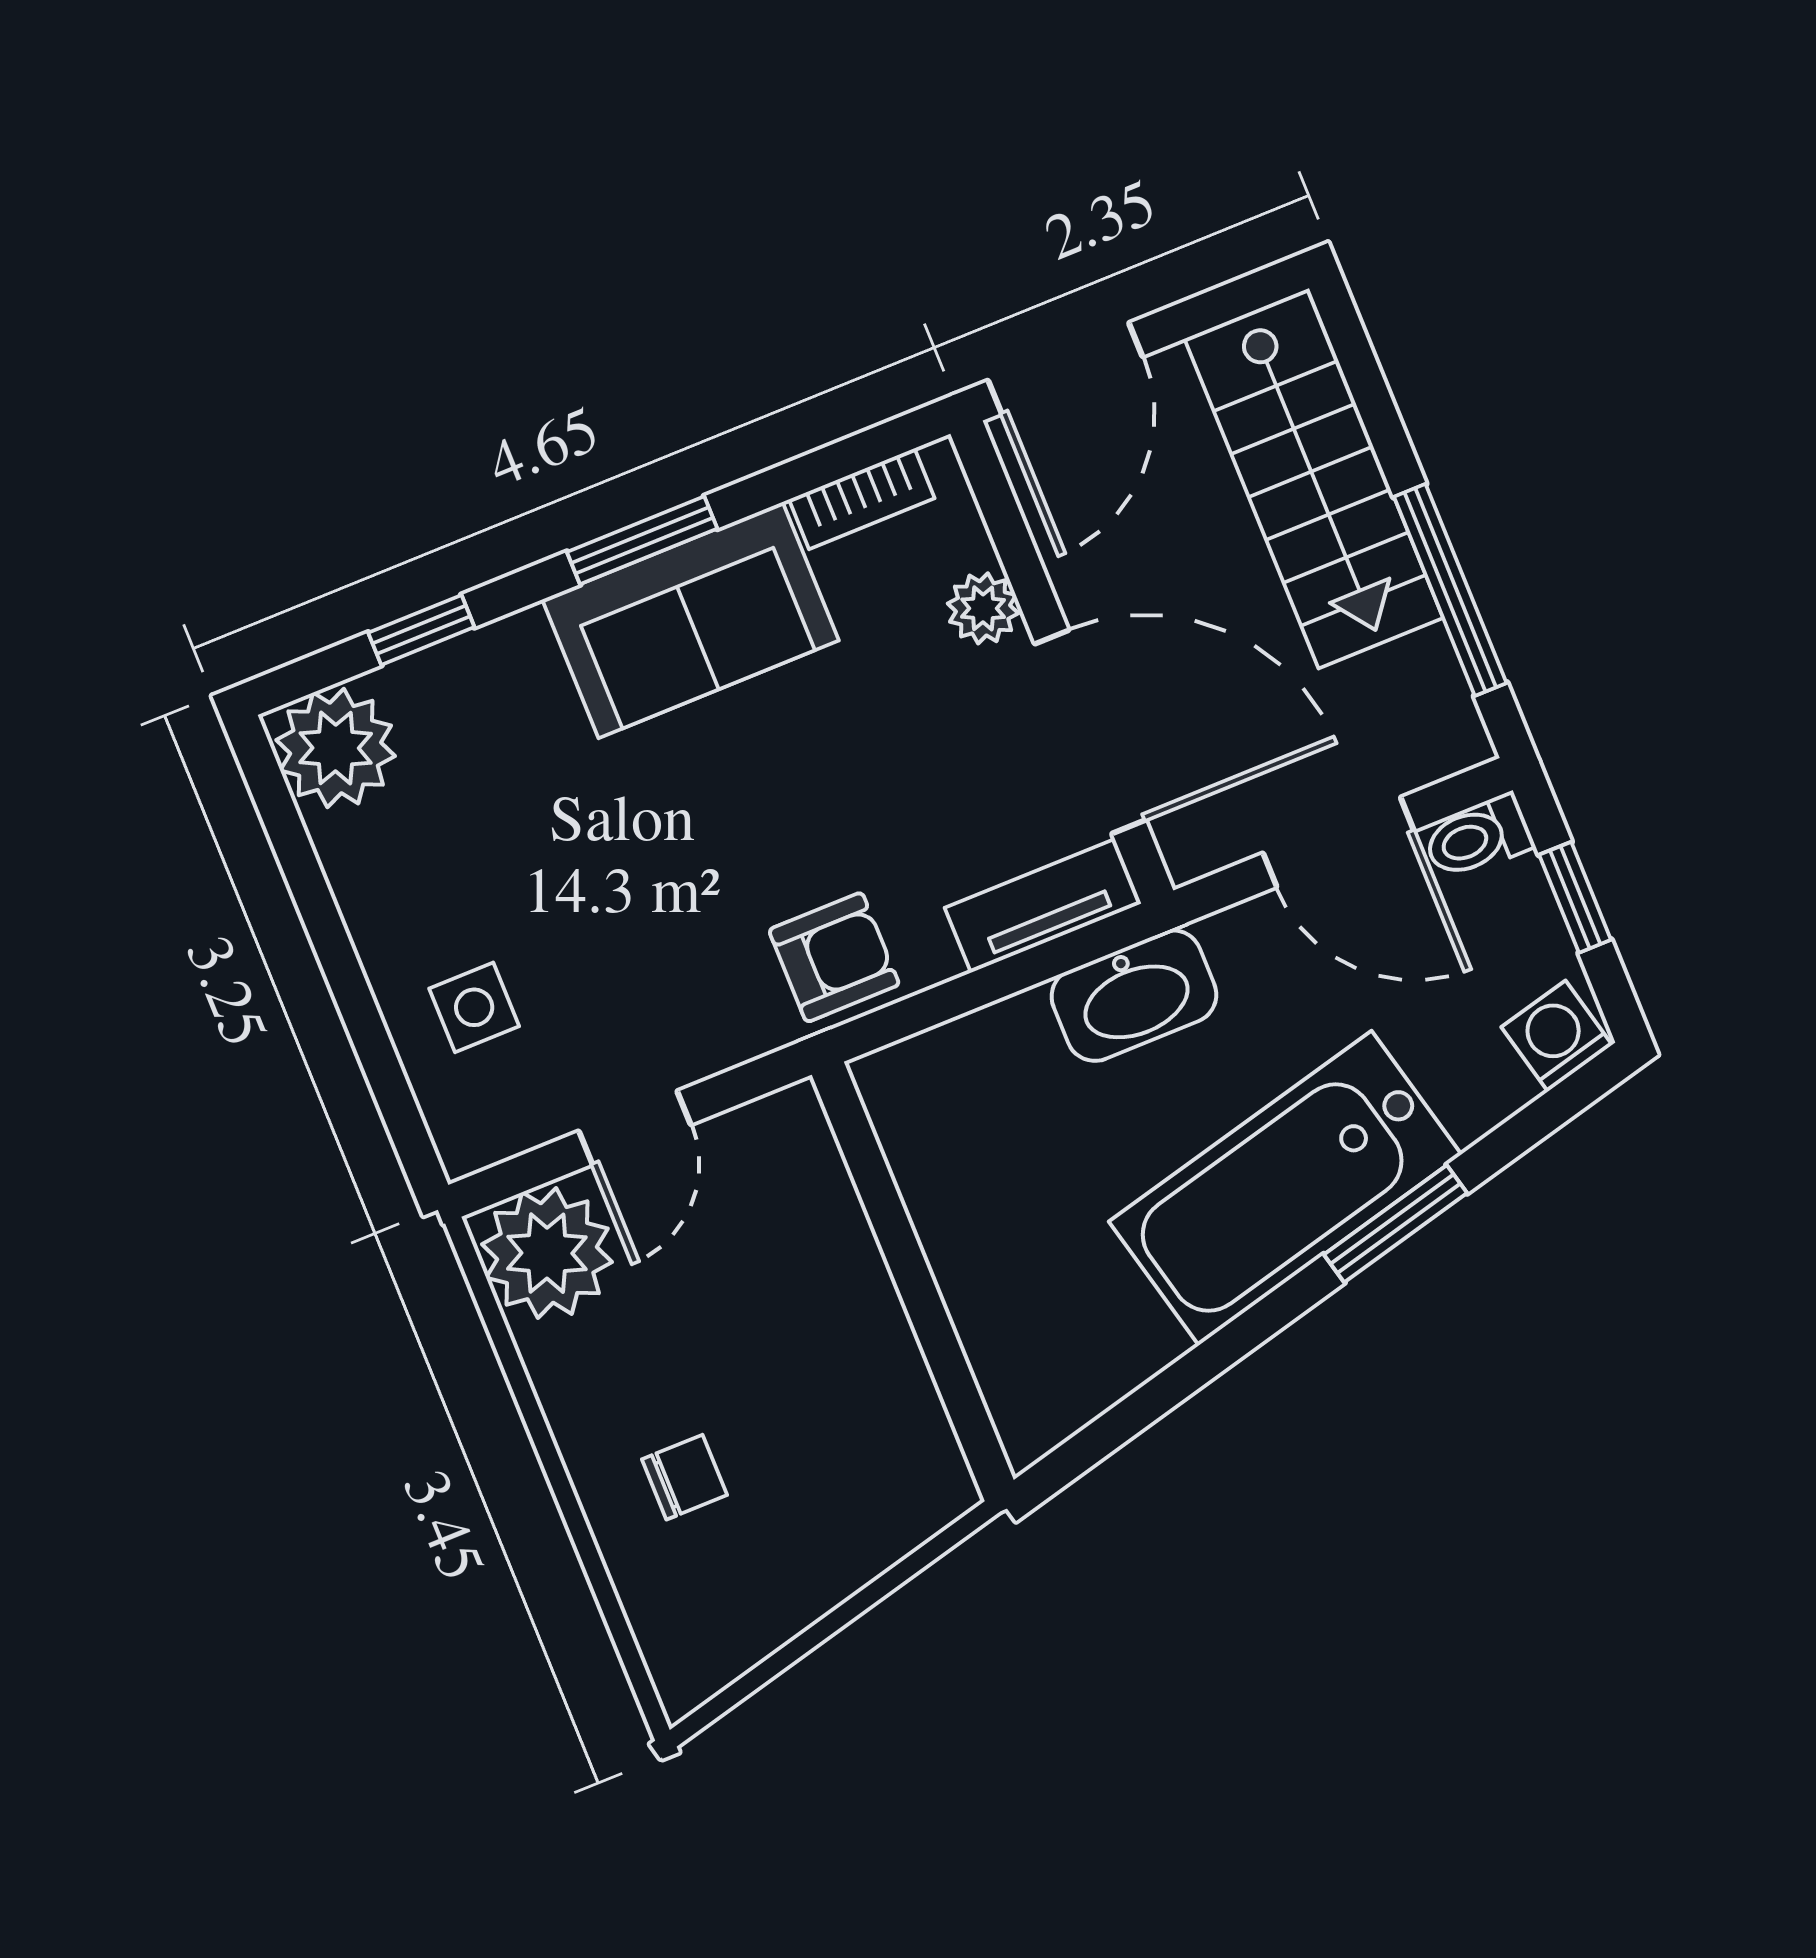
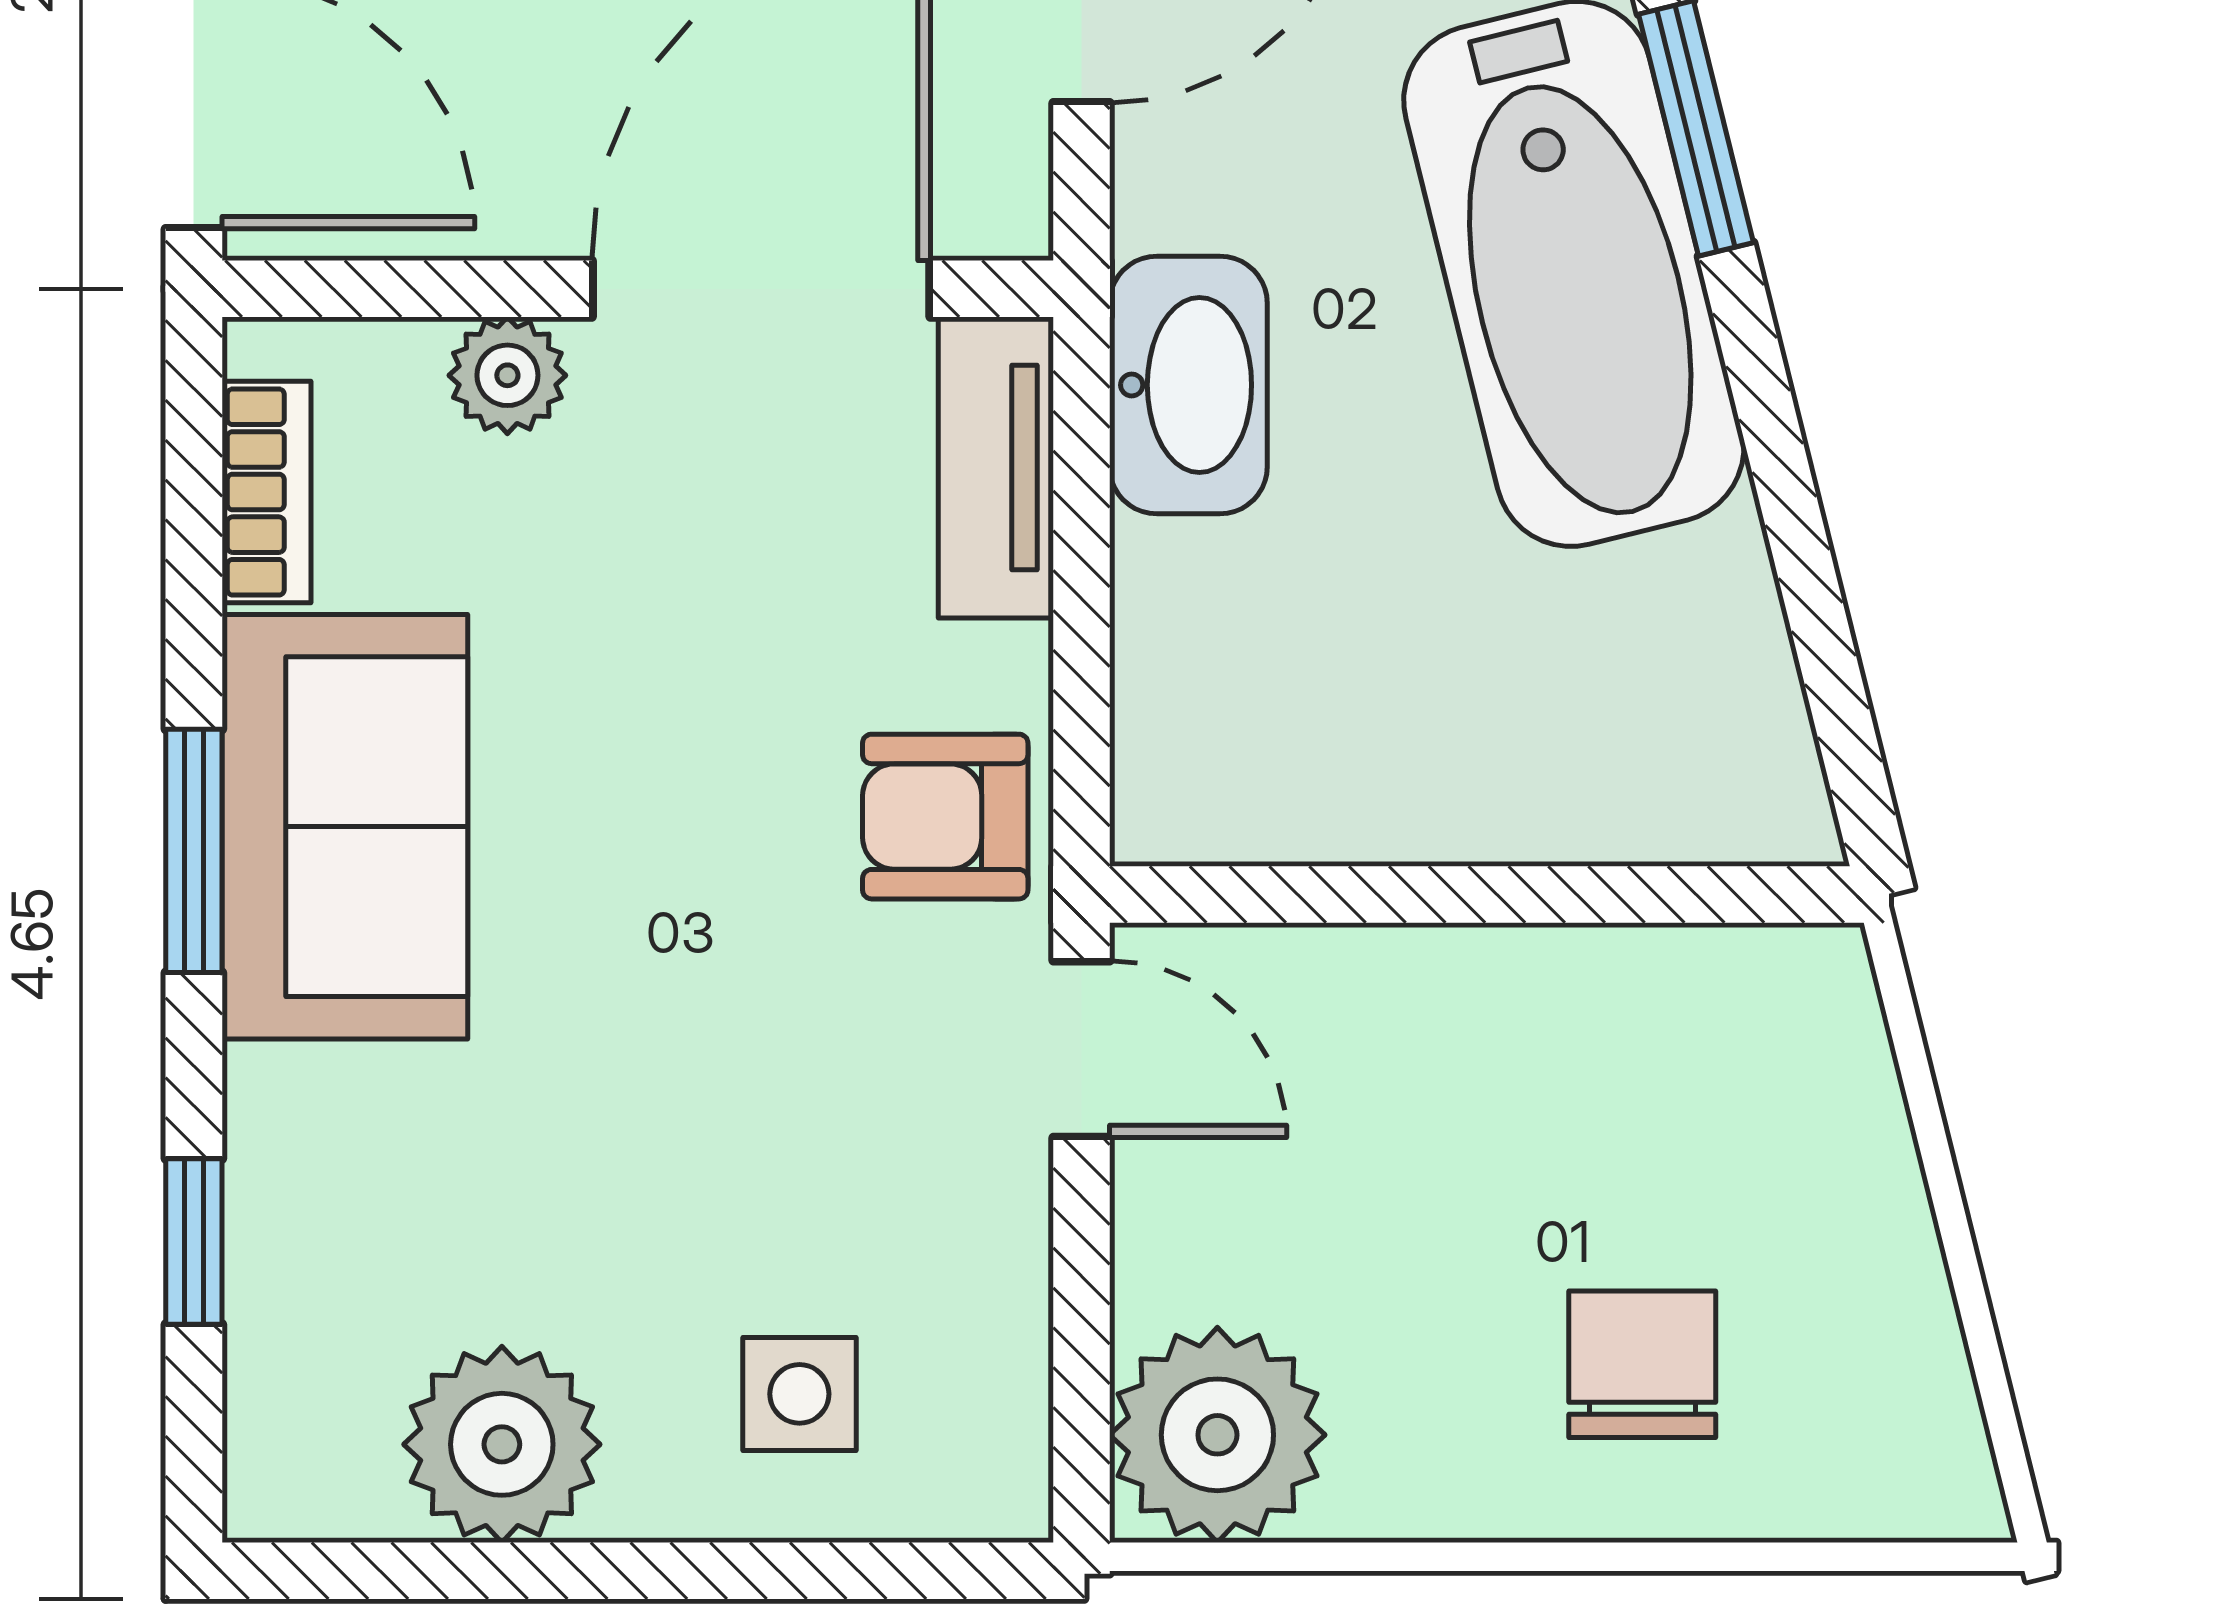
plant: (336, 748) -> (502, 1444), moved
armchair: (834, 957) -> (945, 817), turned -90
door: (635, 1128) -> (1081, 1049), moved
chair: (684, 1477) -> (1642, 1364), width x1.37, depth x1.37

